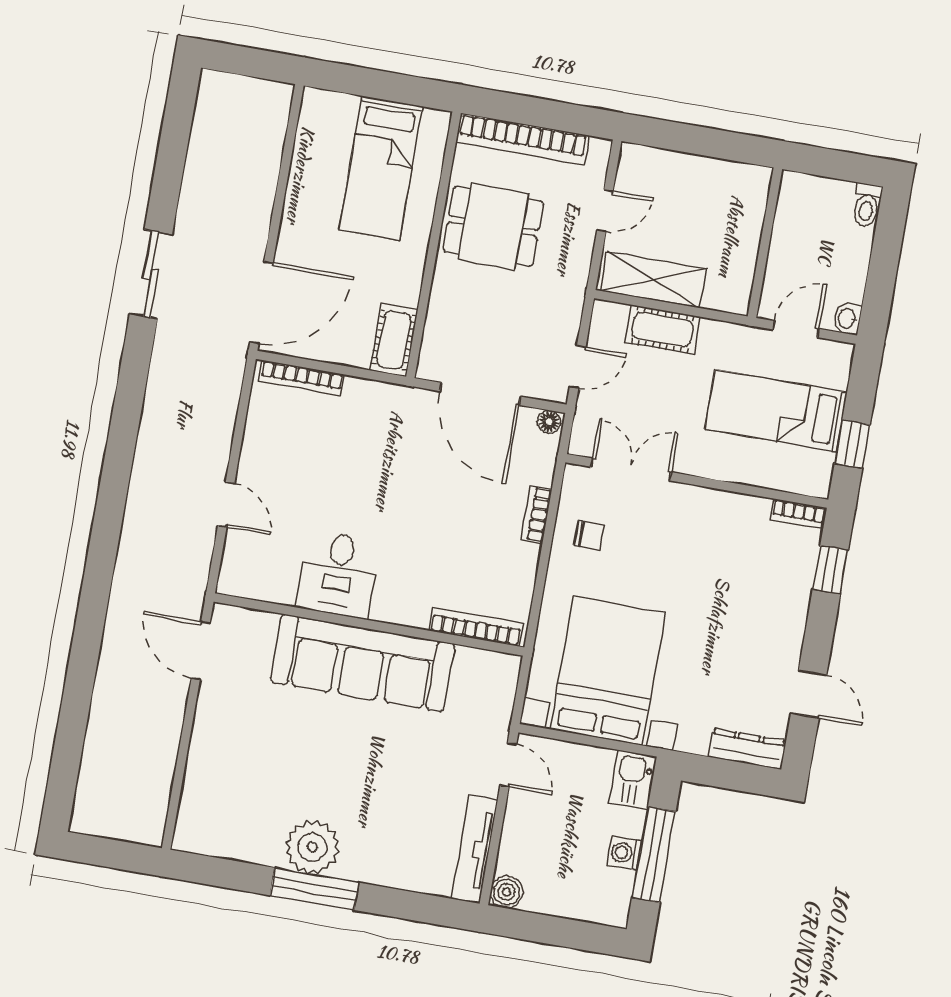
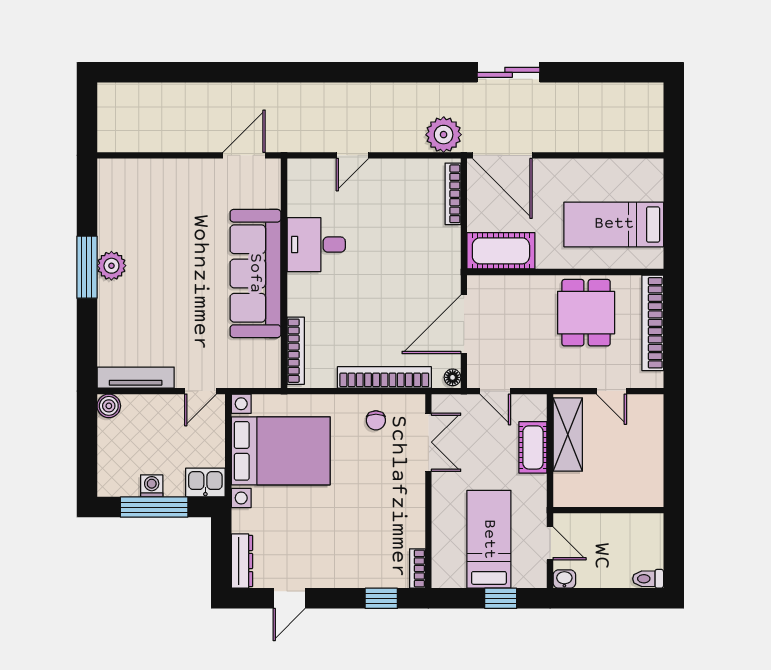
cot: (394, 340) -> (501, 251), width x1.37, depth x1.34
plant: (219, 377) -> (444, 135), added
window: (852, 444) -> (501, 598), moved
bookcase: (536, 514) -> (384, 377), width x2.31, depth x1.31
plant: (312, 847) -> (111, 266), width x0.73, depth x0.73

